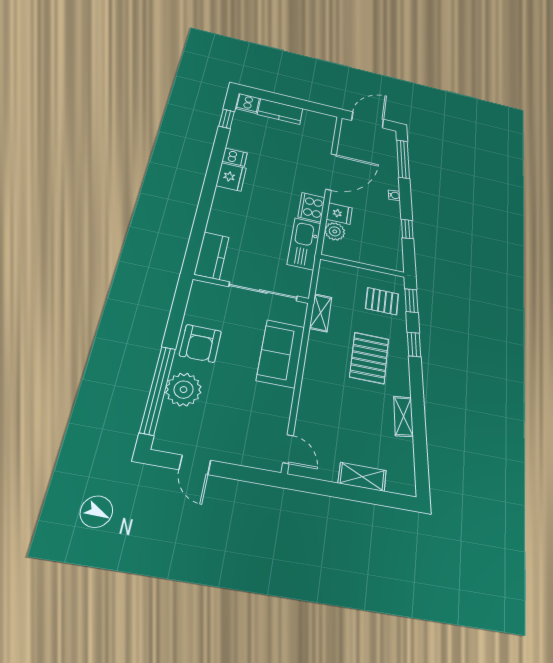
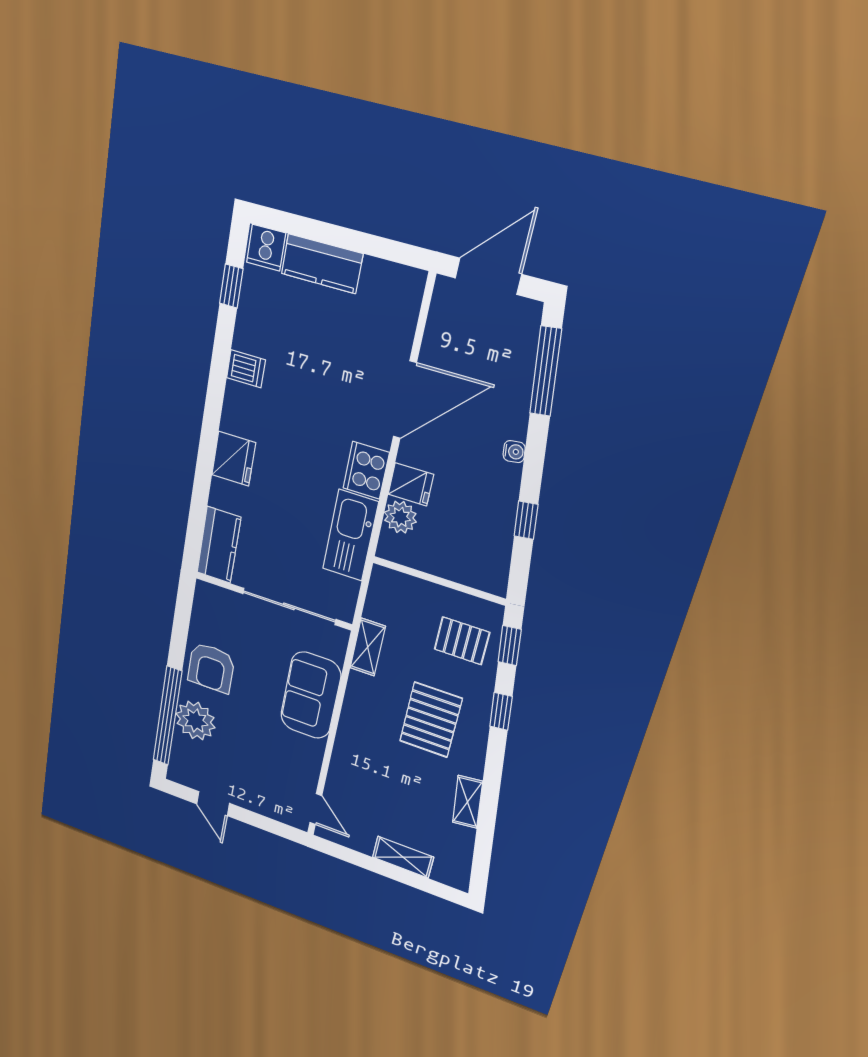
fridge: (231, 177) -> (234, 459), moved

